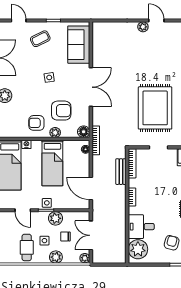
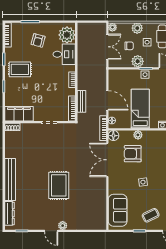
double door: (91, 87) -> (107, 160), moved
rug: (155, 108) -> (59, 185), moved, width x0.73, depth x0.69
armchair: (36, 123) -> (154, 143), removed
door: (91, 188) -> (107, 100), moved

